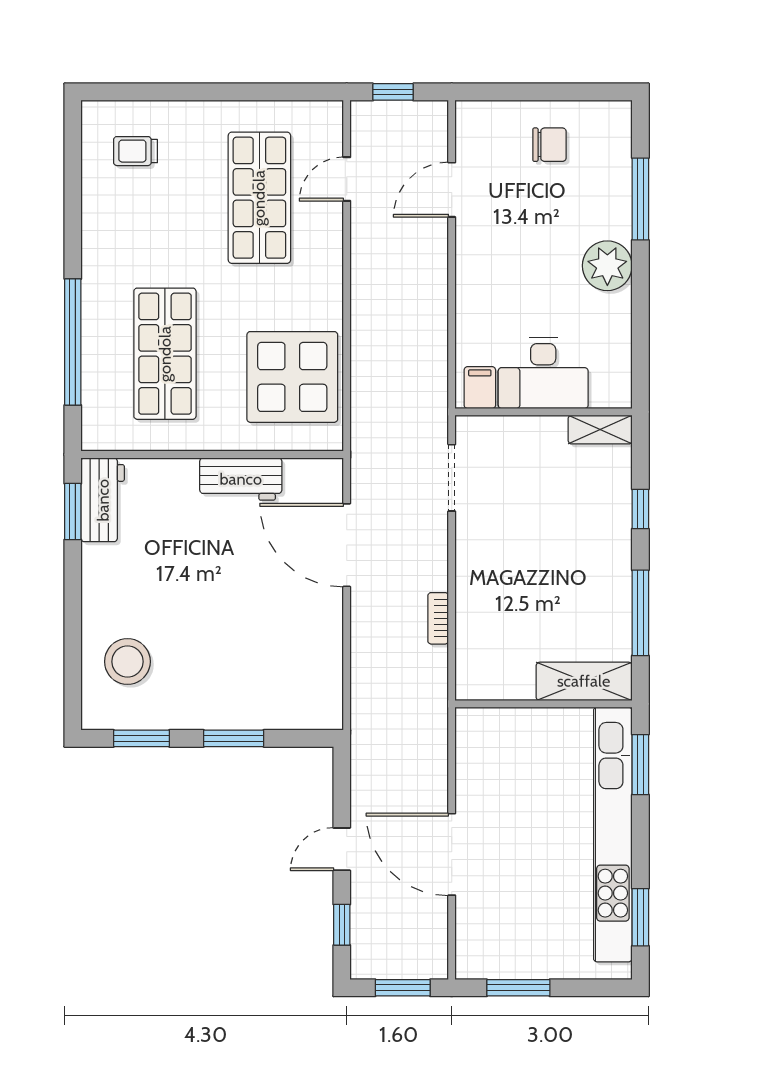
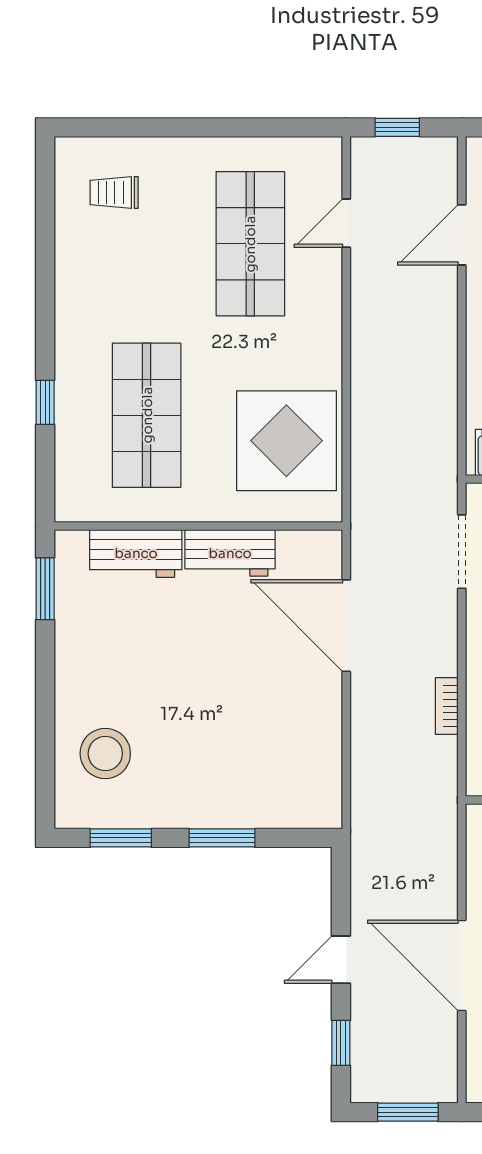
window: (73, 342) -> (45, 402), width x0.32
workbench: (103, 500) -> (136, 553), moved, turned 90

